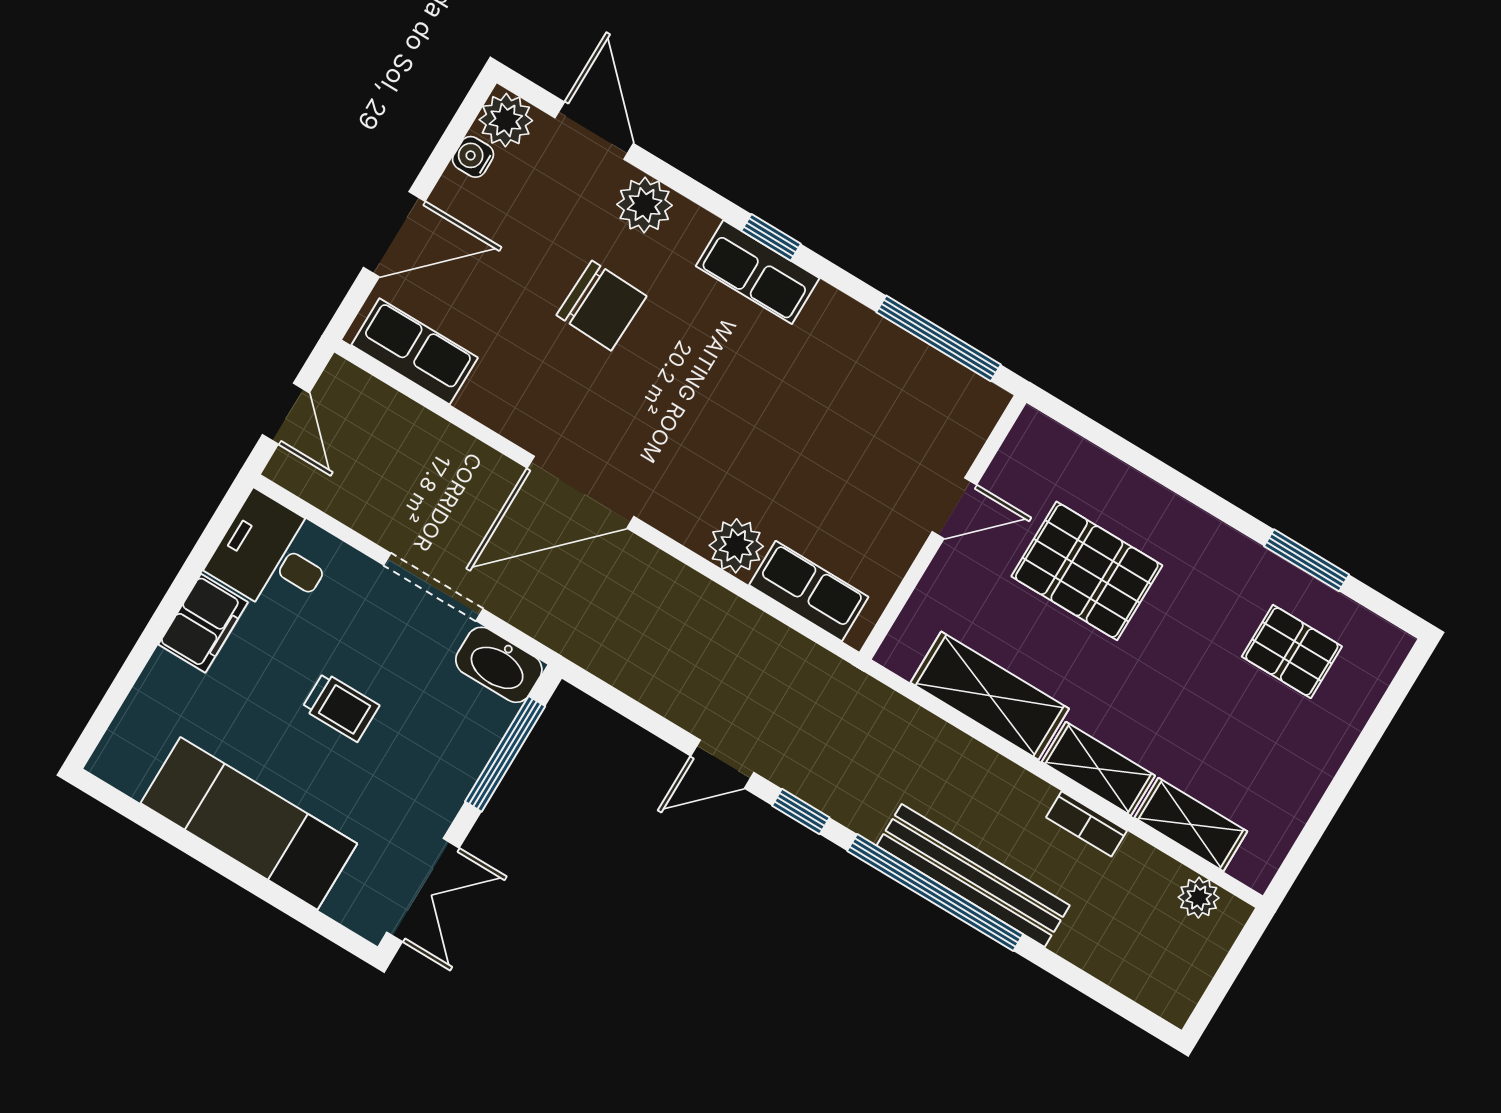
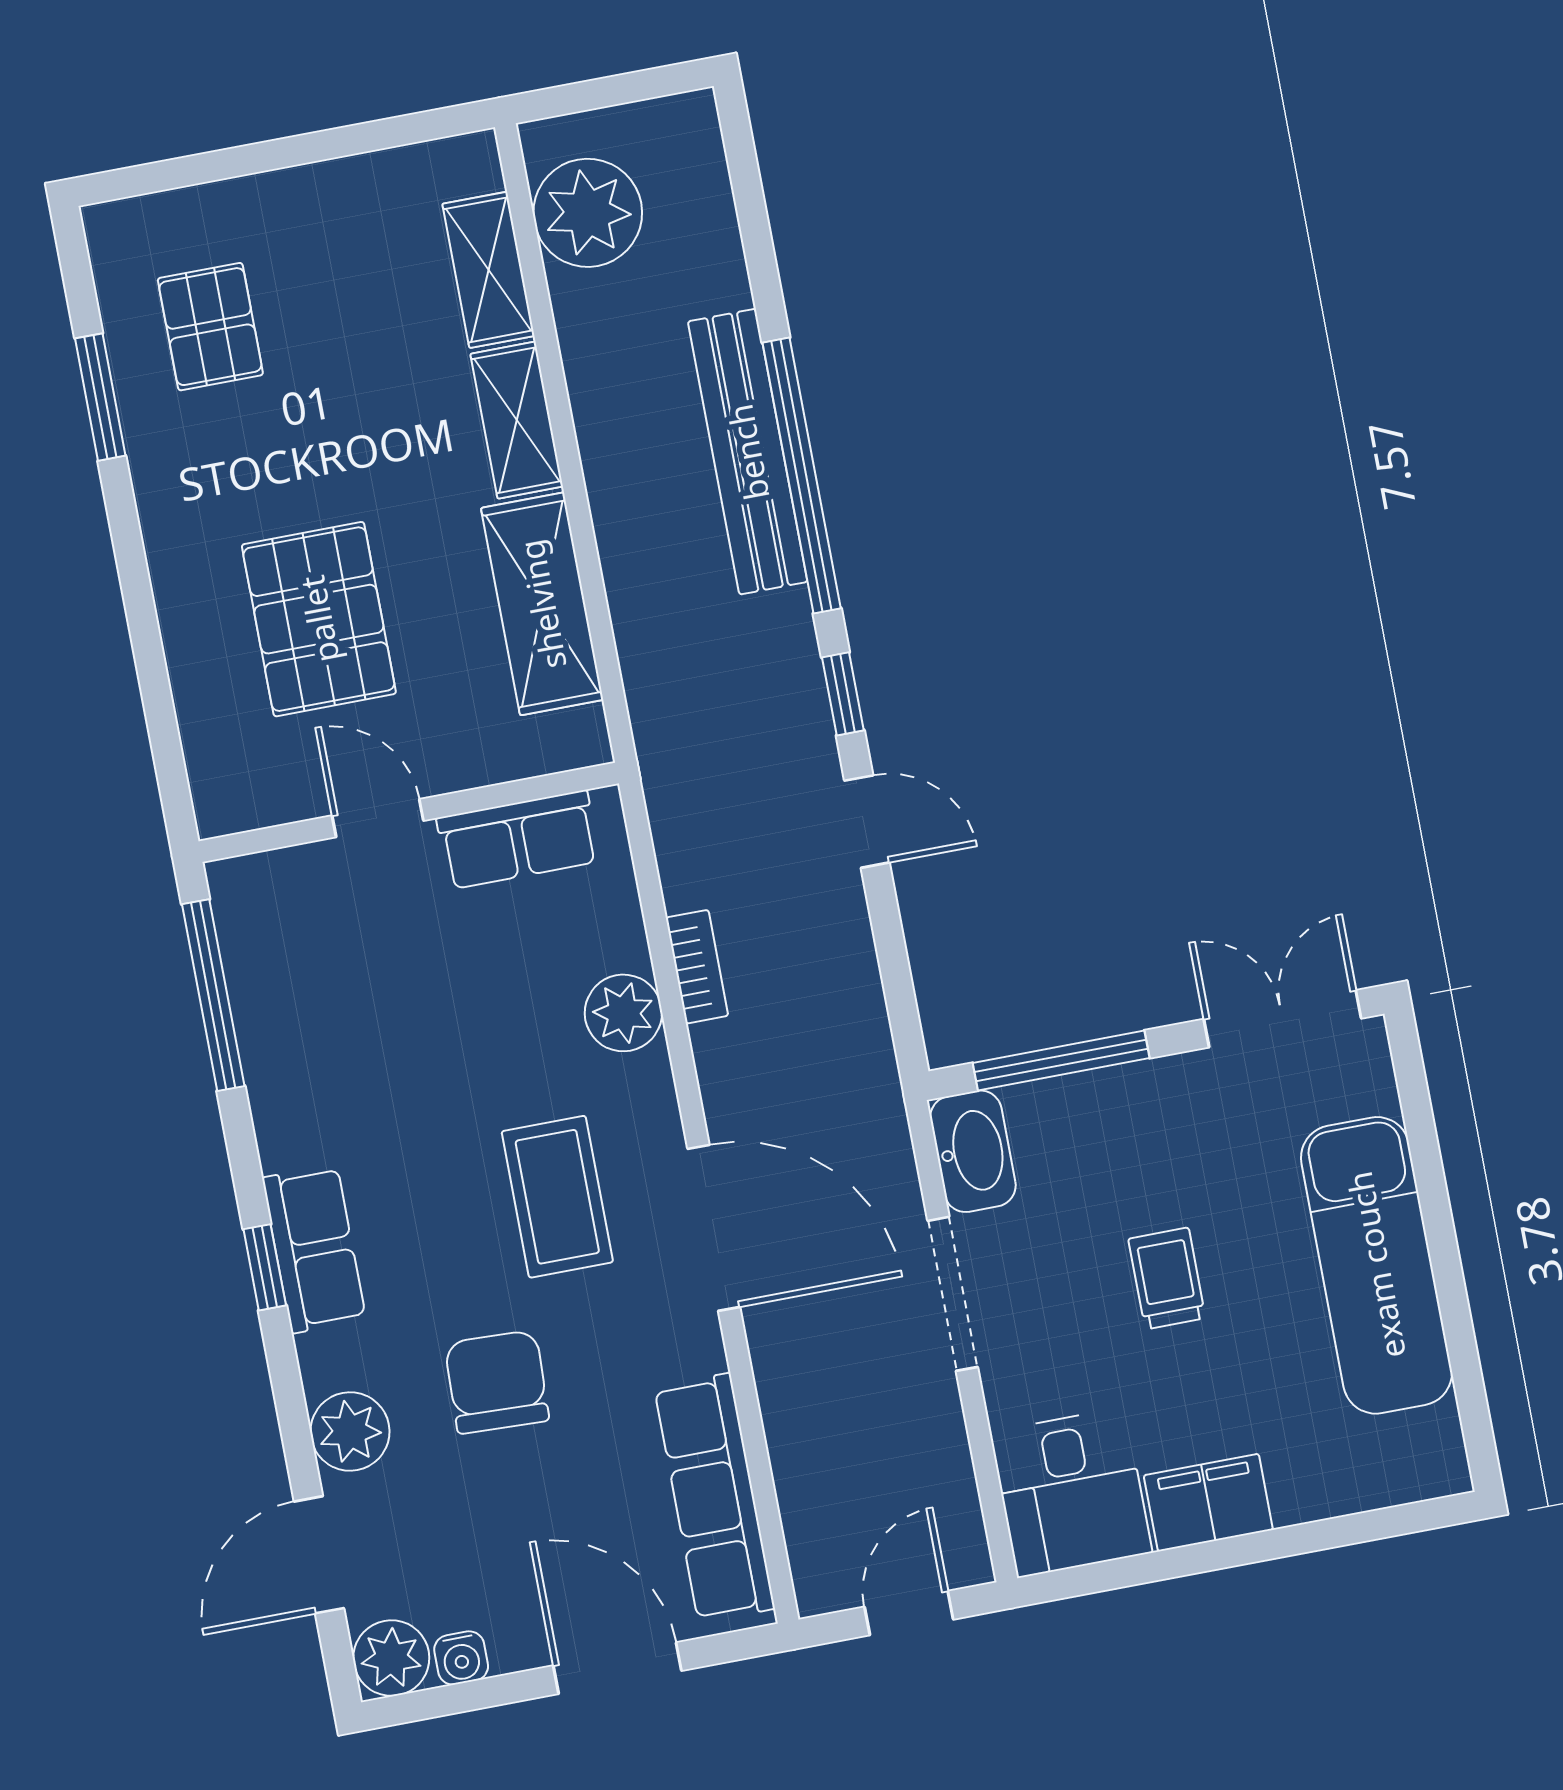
row of seats: (415, 351) -> (714, 1498), width x1.48
coffee table: (671, 425) -> (557, 1197), added
row of seats: (809, 591) -> (518, 840), moved, turned -90
bookcase: (1086, 824) -> (697, 967), moved
plant: (1199, 898) -> (588, 213), width x1.87, depth x1.87

